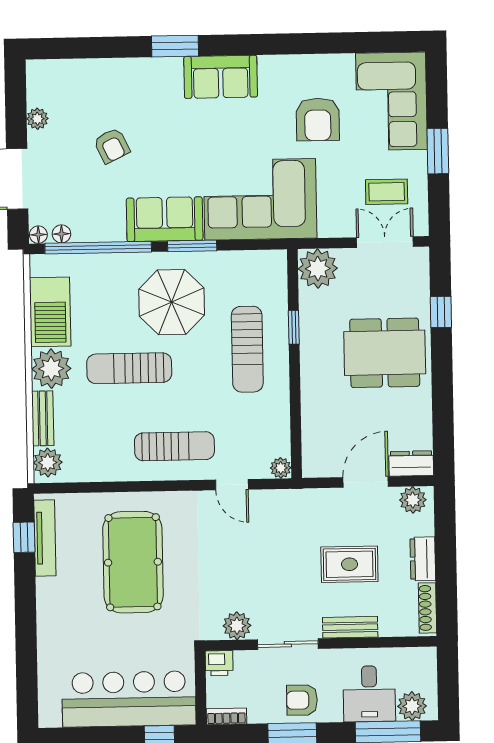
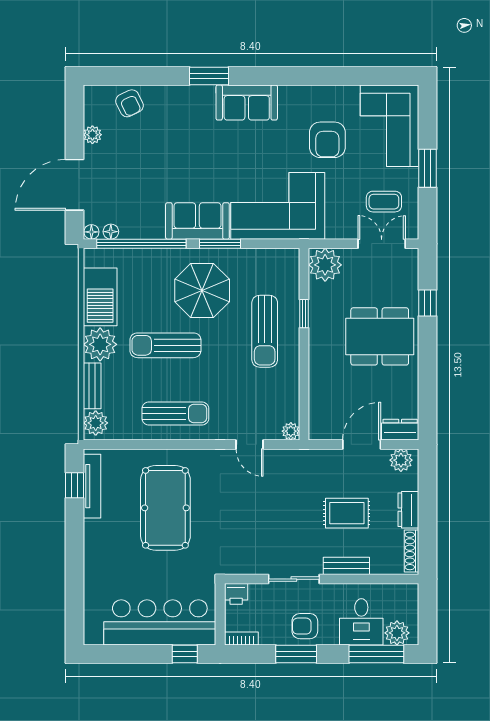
armchair: (112, 146) -> (130, 103), moved
sun lounger: (174, 446) -> (175, 414), moved
plant: (237, 626) -> (252, 563), removed

